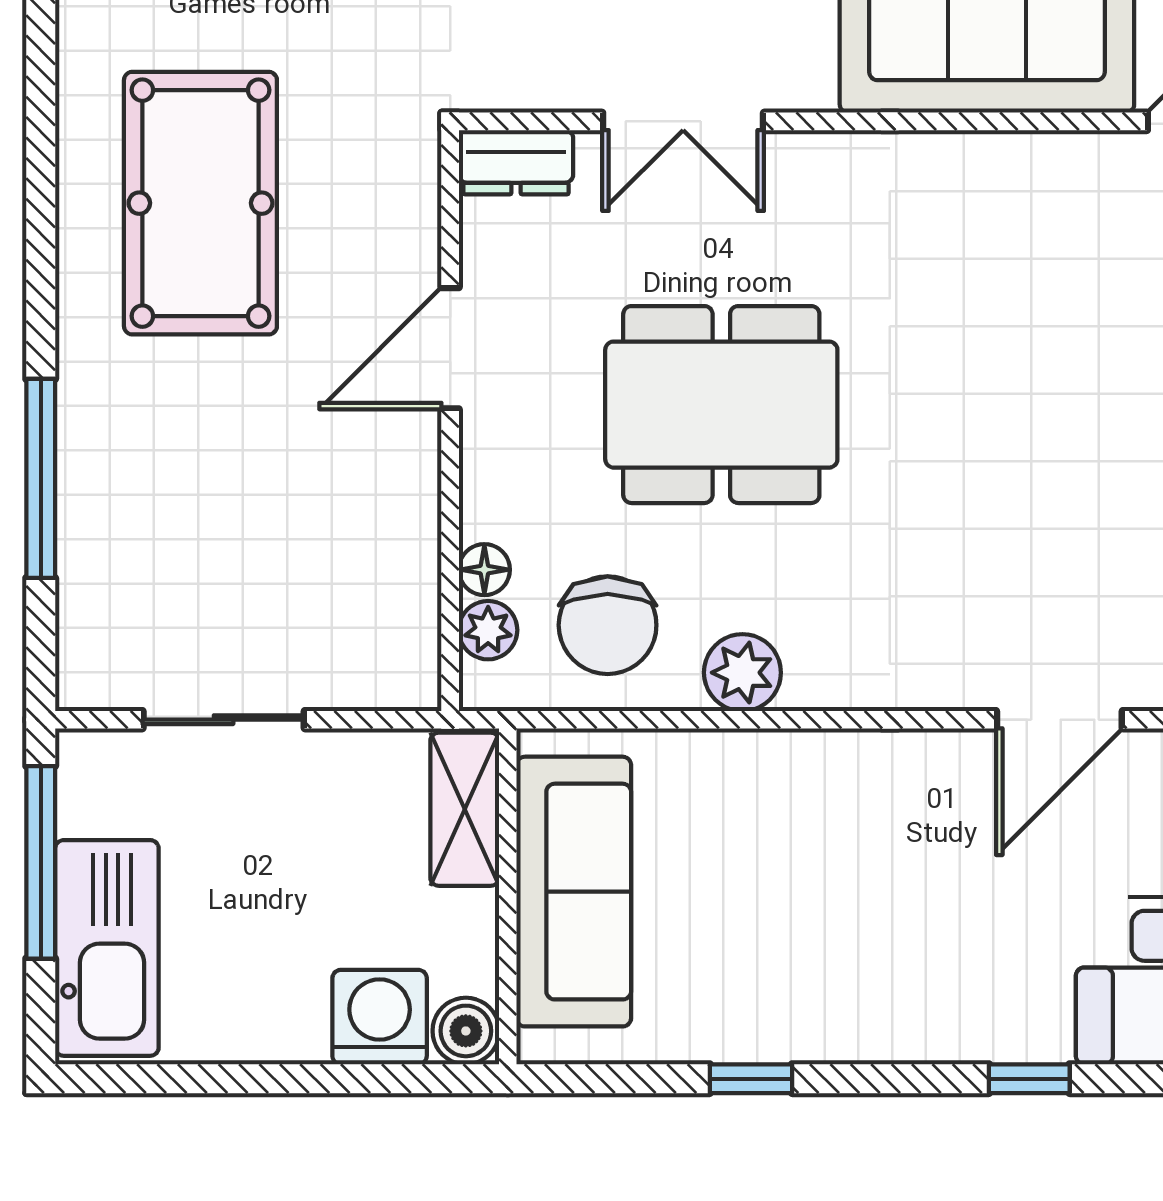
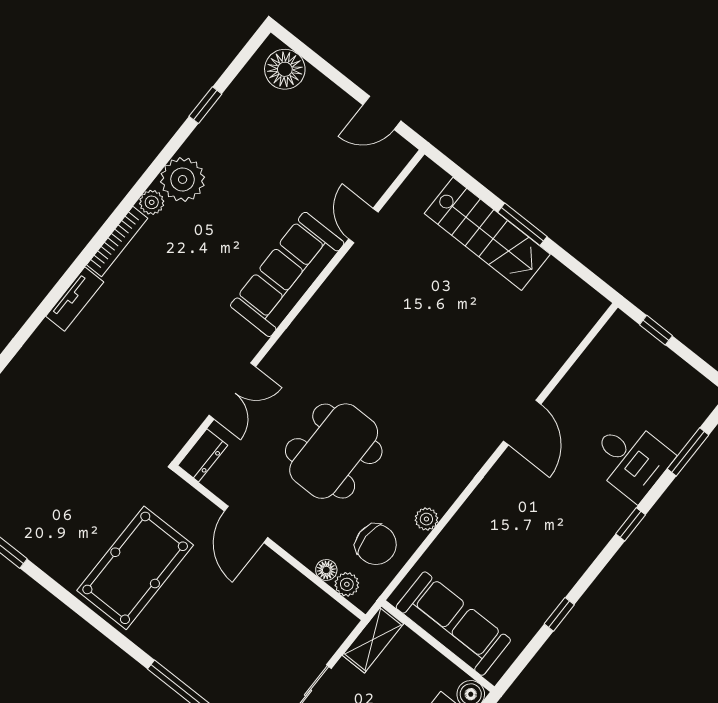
pool table: (200, 203) -> (135, 568), turned 90
plant: (742, 673) -> (426, 519), width x0.73, depth x0.73
shelving: (465, 809) -> (373, 639), moved, turned 90

